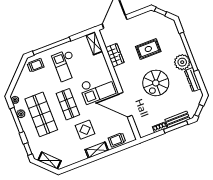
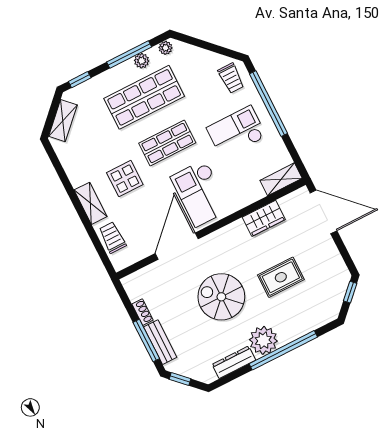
rug: (148, 49) -> (281, 277), turned 90

